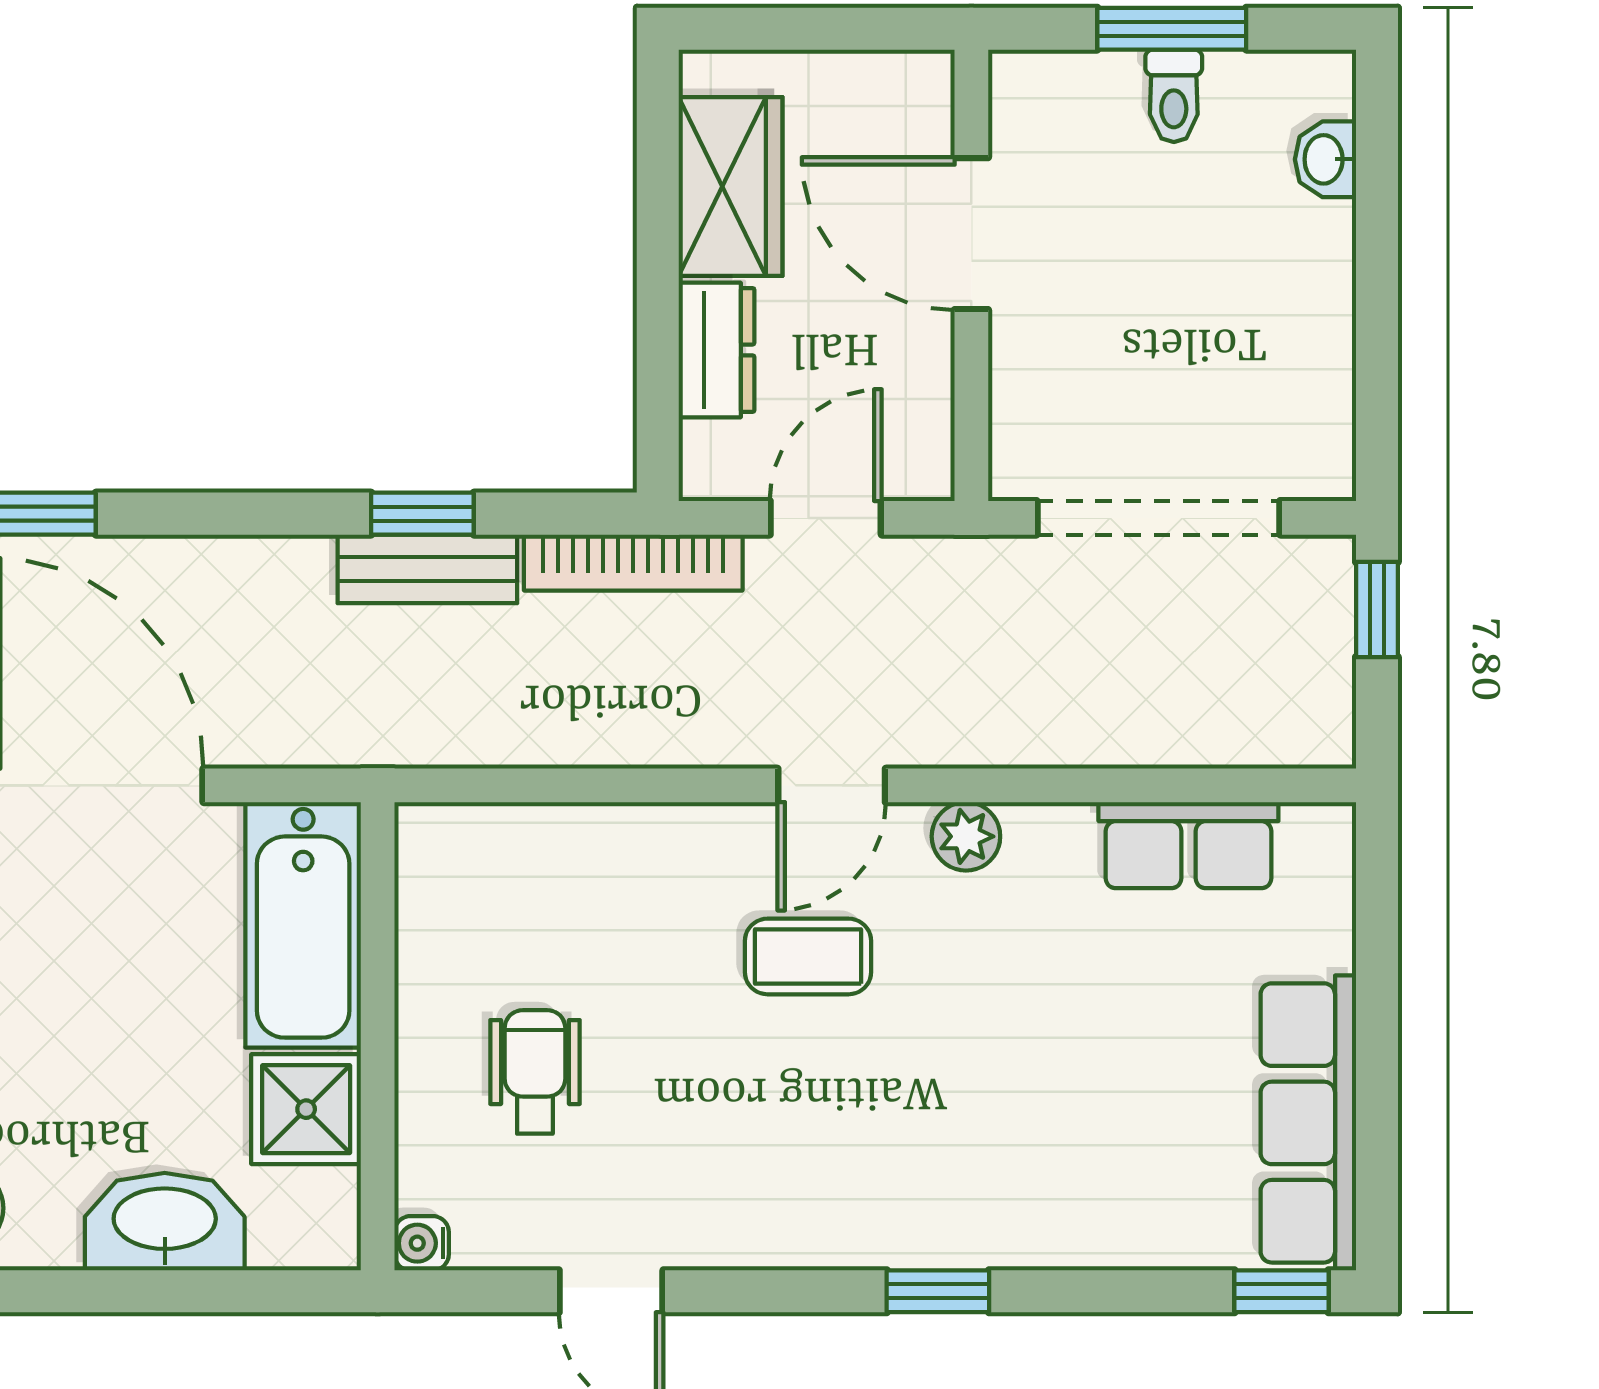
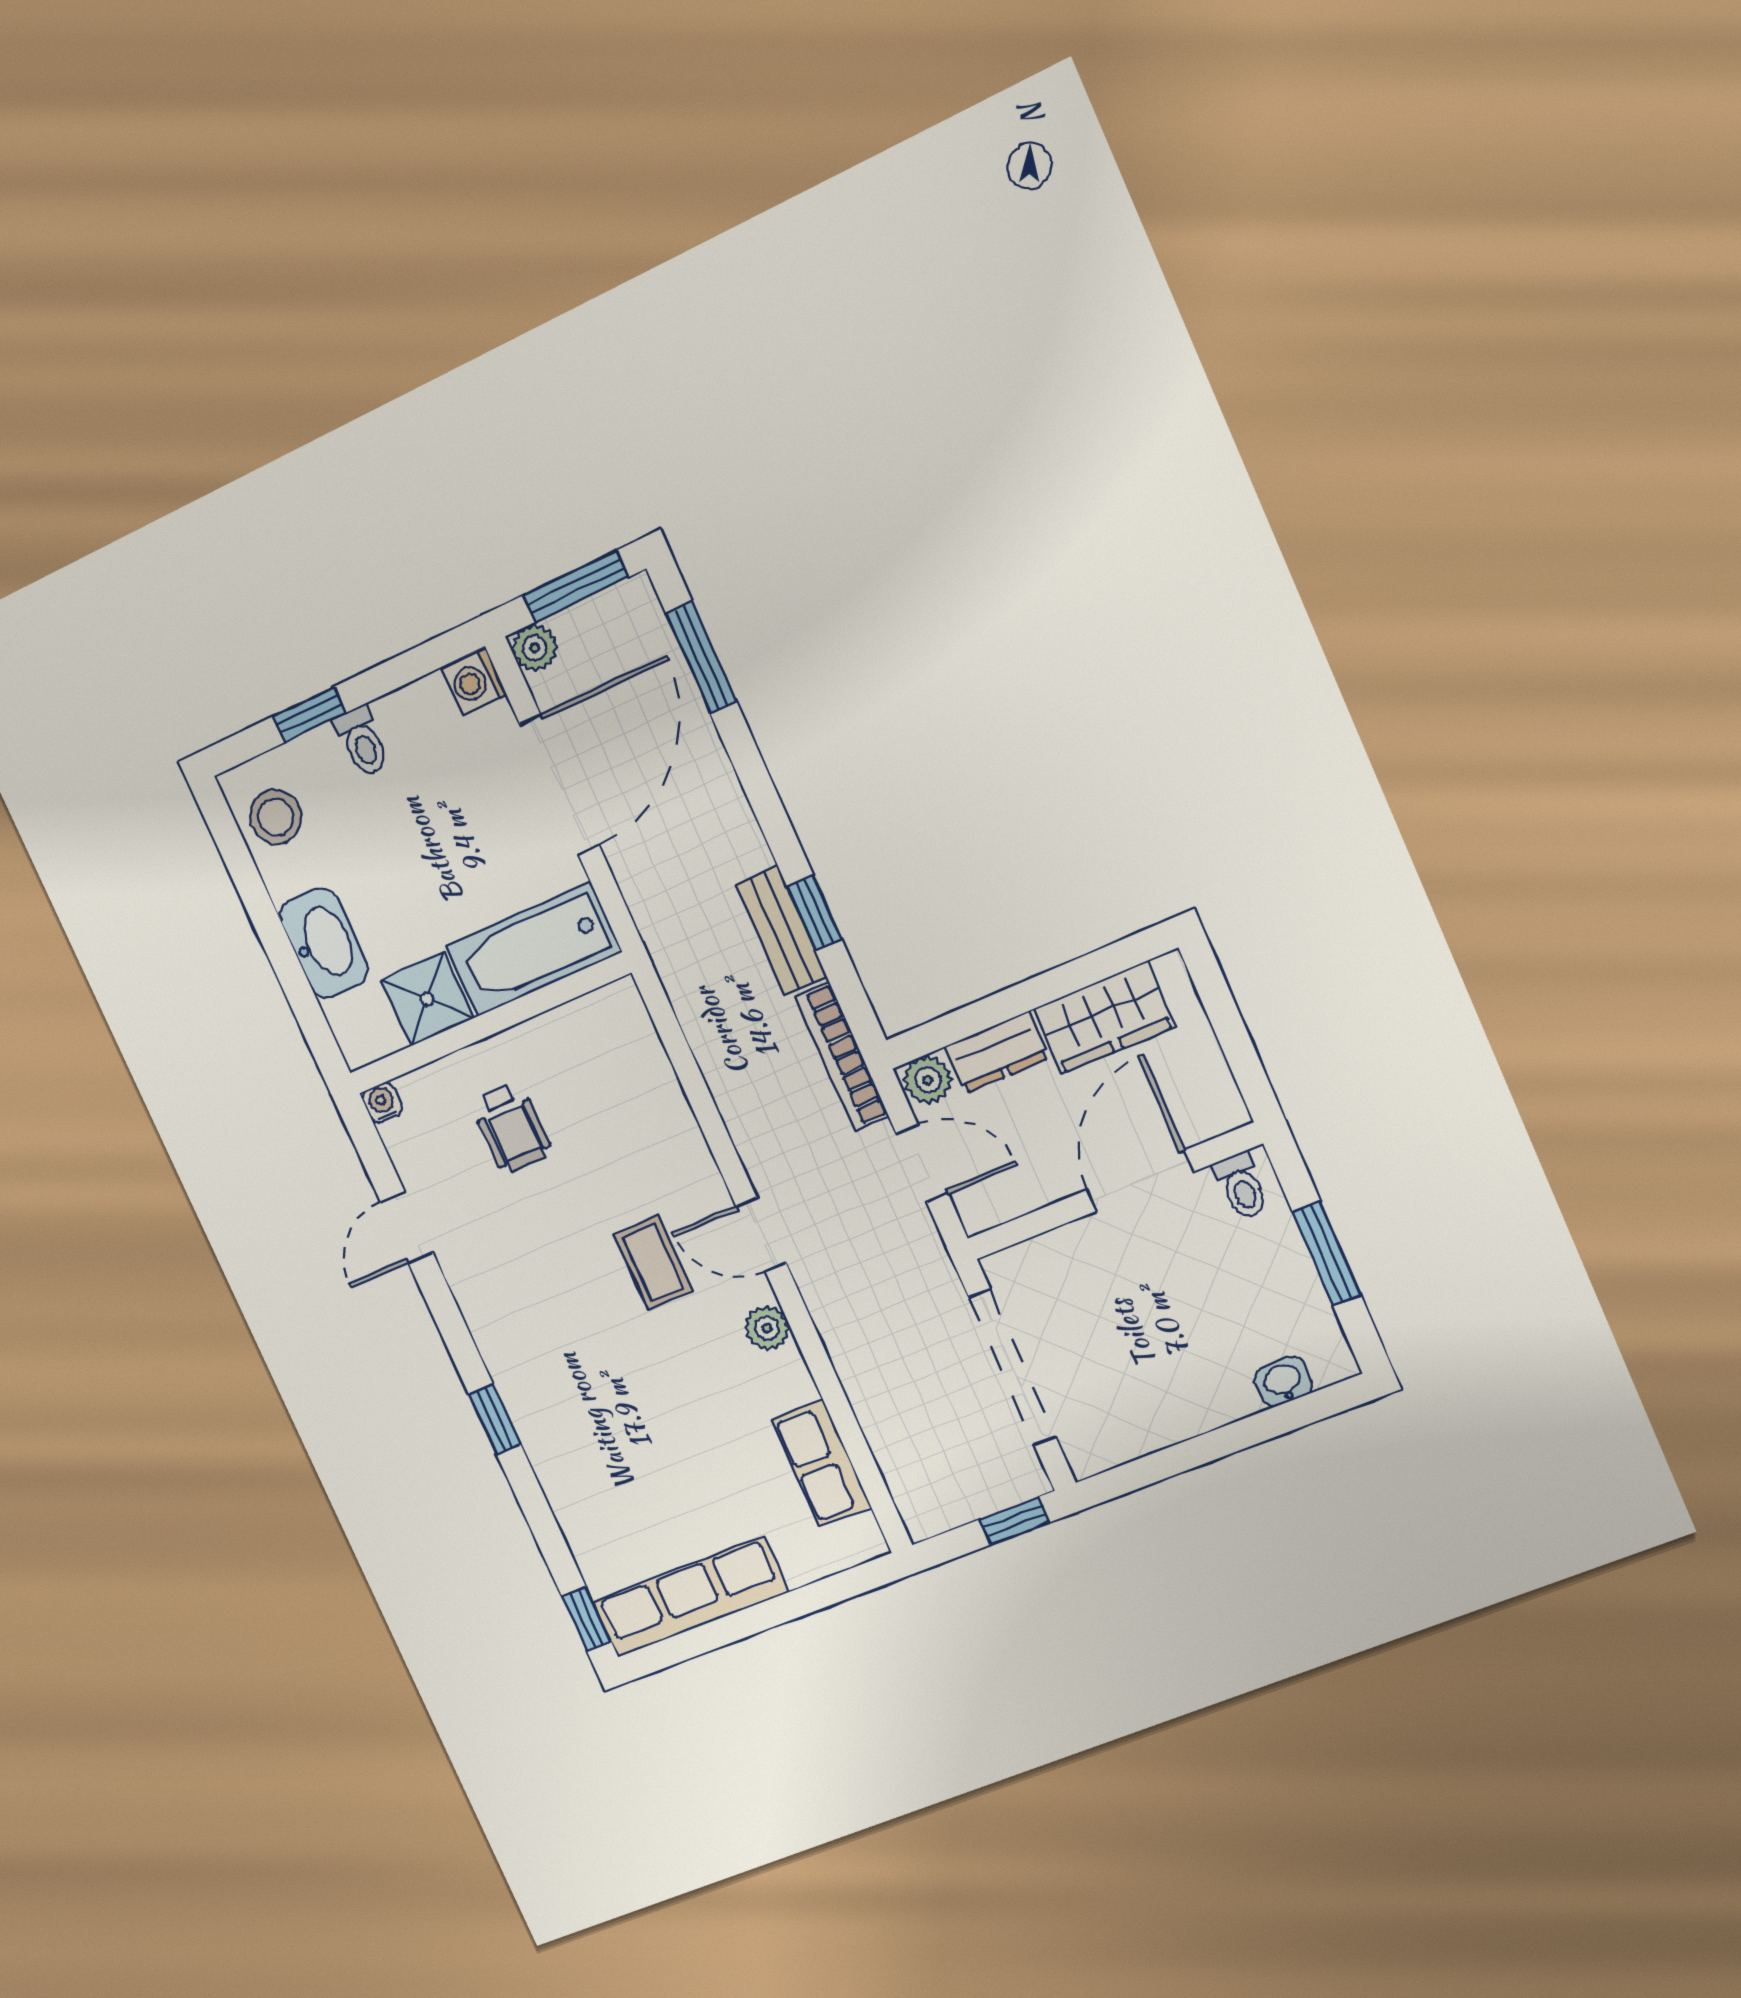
toilet: (1174, 96) -> (1242, 1186), moved, turned -90
plant: (714, 460) -> (928, 1080), added
wheelchair: (535, 1072) -> (512, 1128), turned 90

